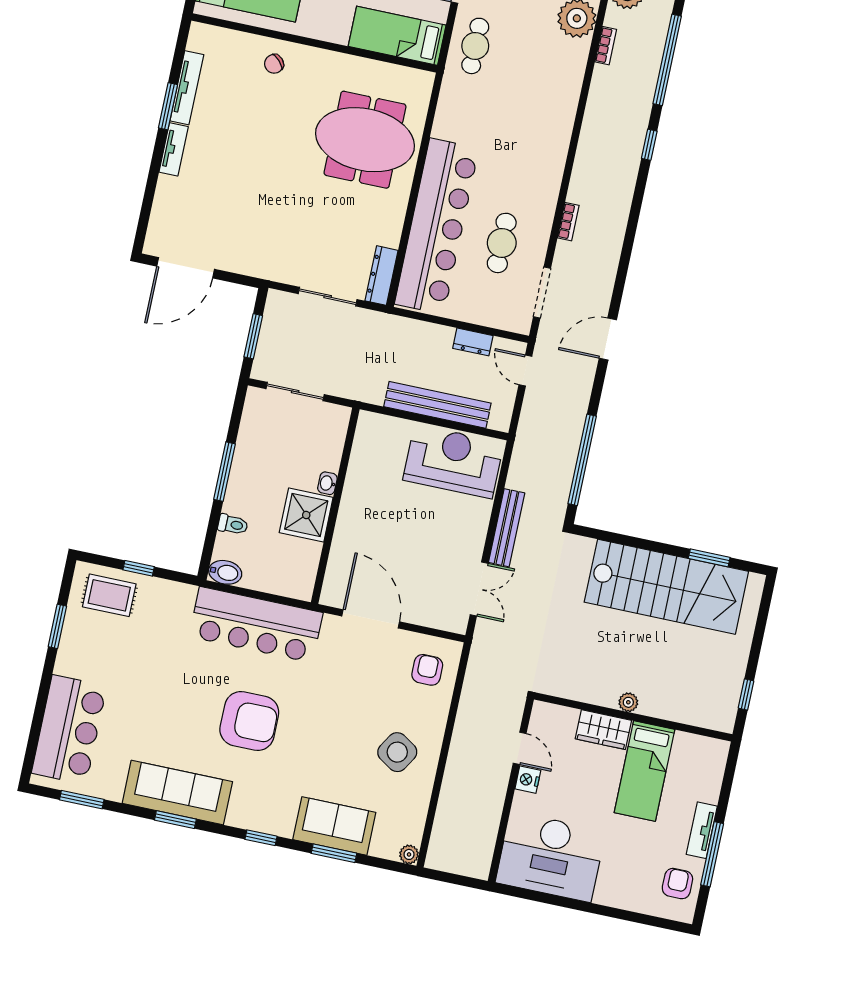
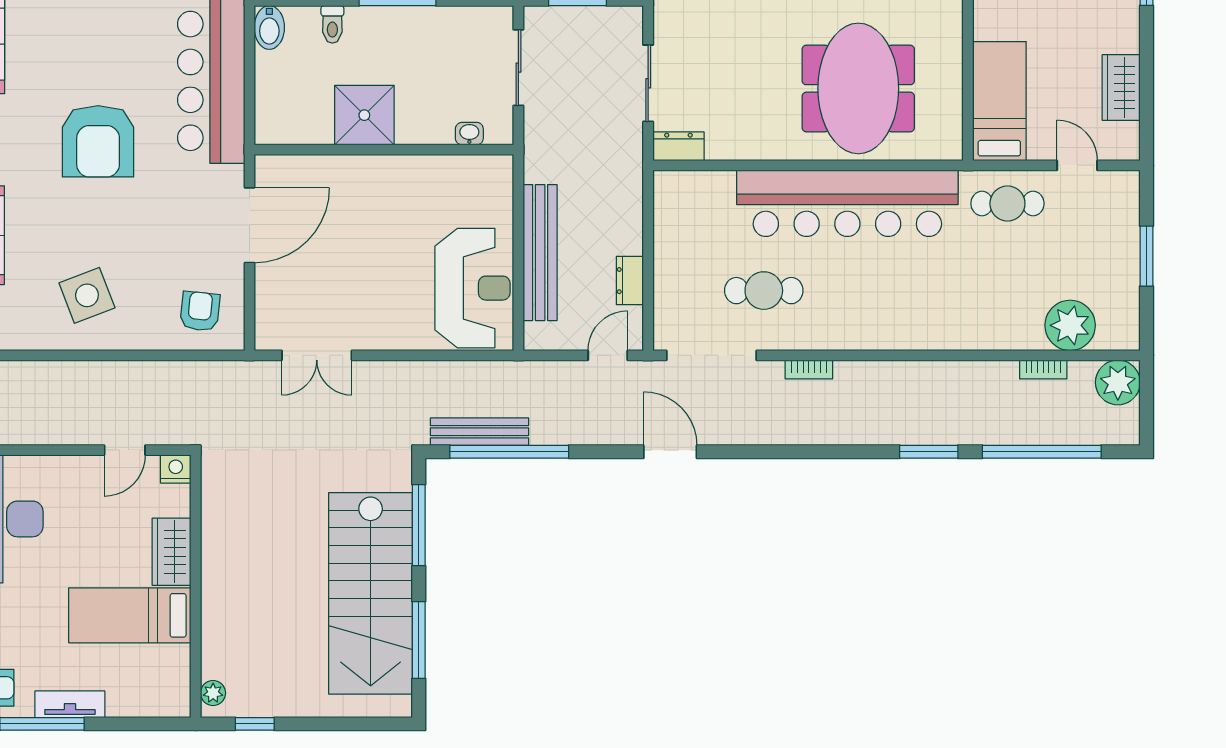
window: (649, 145) -> (929, 452), width x1.50
bar counter: (437, 226) -> (847, 203), moved
dresser: (382, 276) -> (678, 146), width x0.70
doorway: (542, 293) -> (711, 355), width x1.36
washbasin: (327, 483) -> (469, 134), moved
bench: (507, 528) -> (479, 432), moved
window: (623, 540) -> (419, 525), added
window: (709, 558) -> (419, 640), width x1.44
armchair: (427, 670) -> (200, 311), turned -84
plant: (628, 702) -> (213, 693), moved
armchair: (249, 721) -> (98, 141), moved
side table: (397, 752) -> (87, 295), turned 37
nightstand: (528, 780) -> (176, 469), moved

